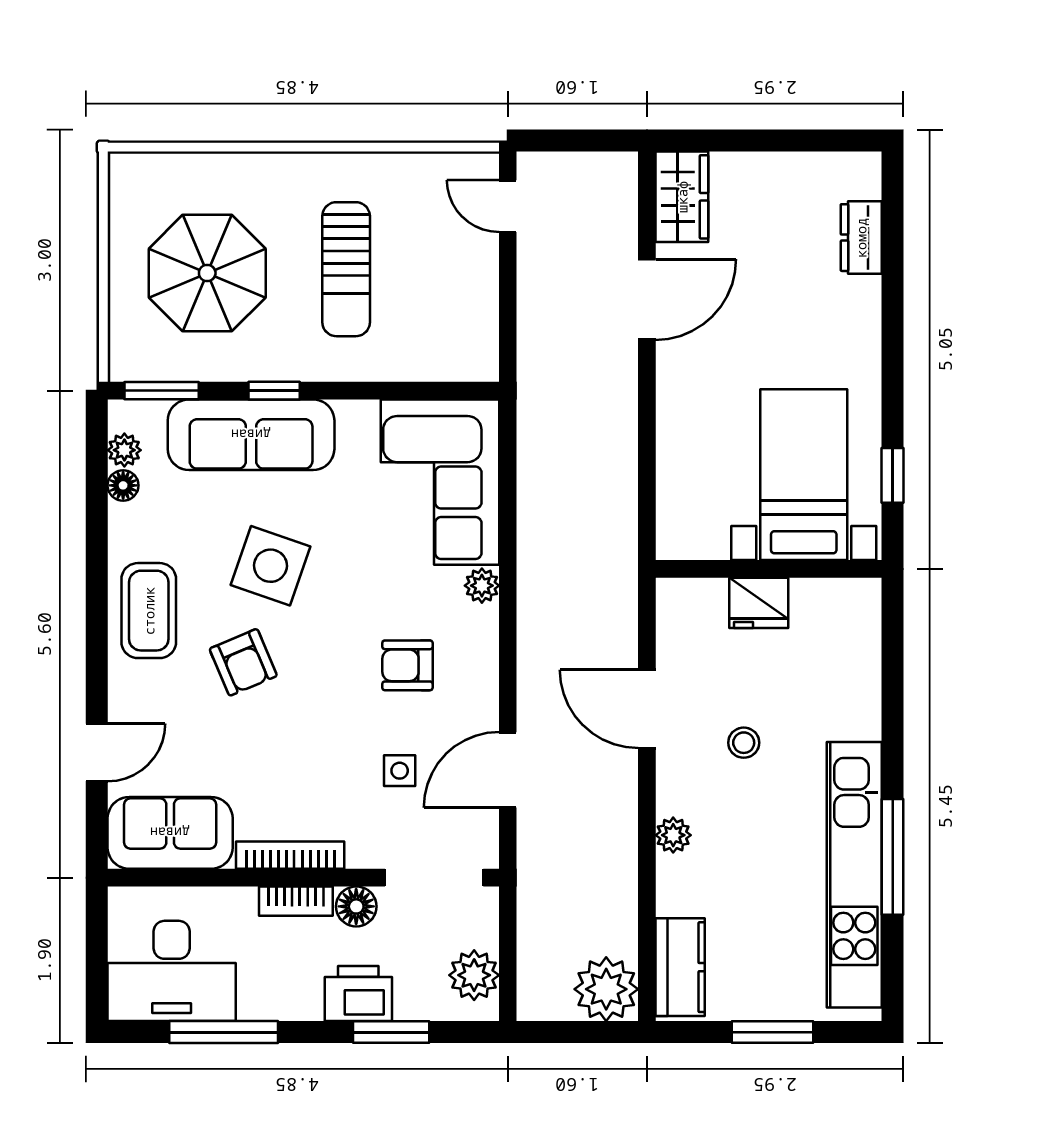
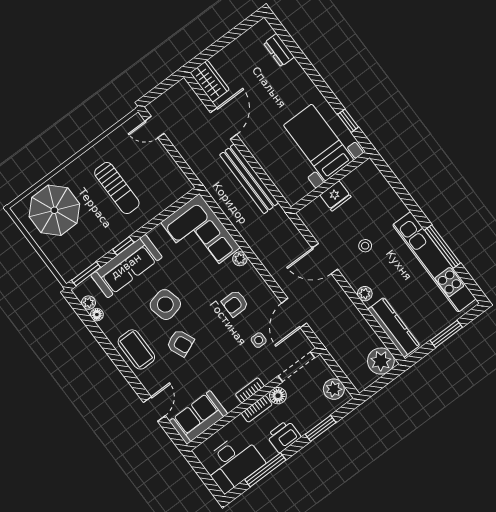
parasol: (207, 273) -> (54, 210), moved
bench: (616, 444) -> (249, 179), added
side table: (270, 566) -> (165, 305), turned -32
bookcase: (290, 855) -> (250, 390), width x0.64
kitchen counter: (680, 967) -> (394, 327), width x1.50
printer: (358, 993) -> (284, 436), moved

